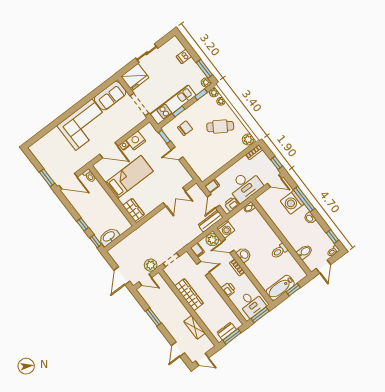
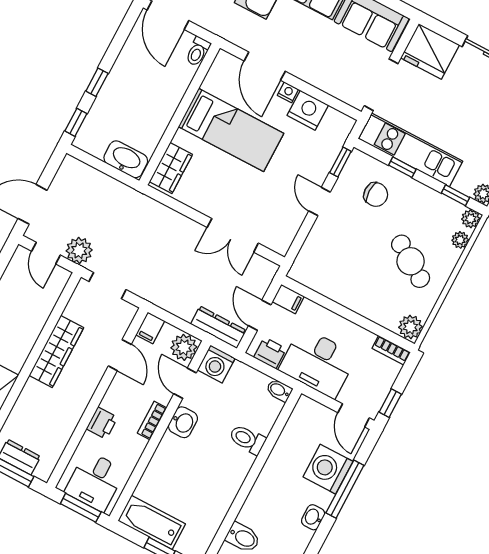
door: (213, 201) -> (260, 315), hinge flipped
washbasin: (109, 237) -> (126, 159), moved
toilet: (279, 251) -> (247, 439), moved

